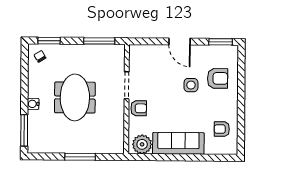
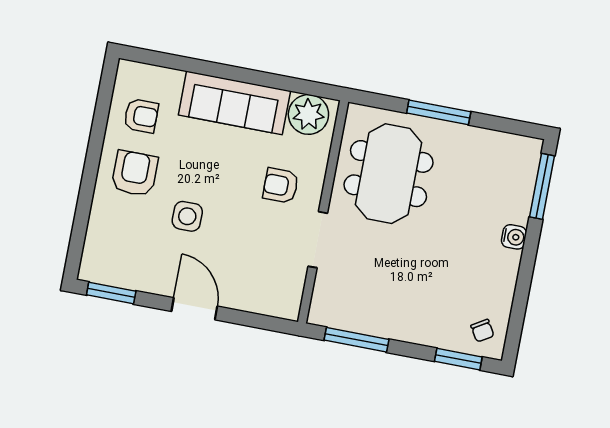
armchair: (218, 78) -> (135, 173), moved, turned 90
meeting table: (75, 97) -> (388, 174), moved
armchair: (139, 108) -> (281, 186), moved

